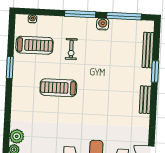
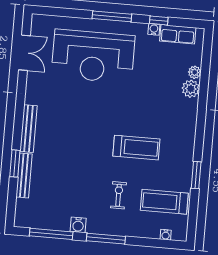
bench: (148, 50) -> (24, 175), moved
bench: (145, 100) -> (28, 129), width x1.36

